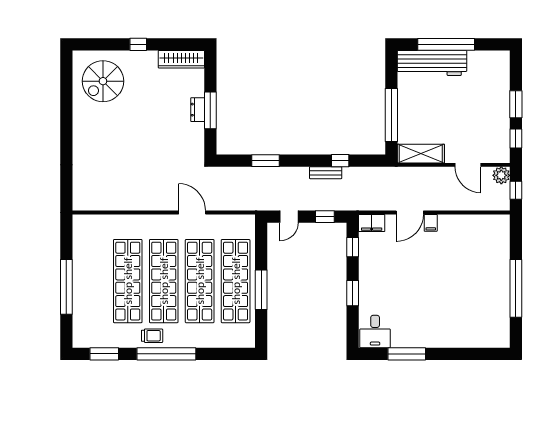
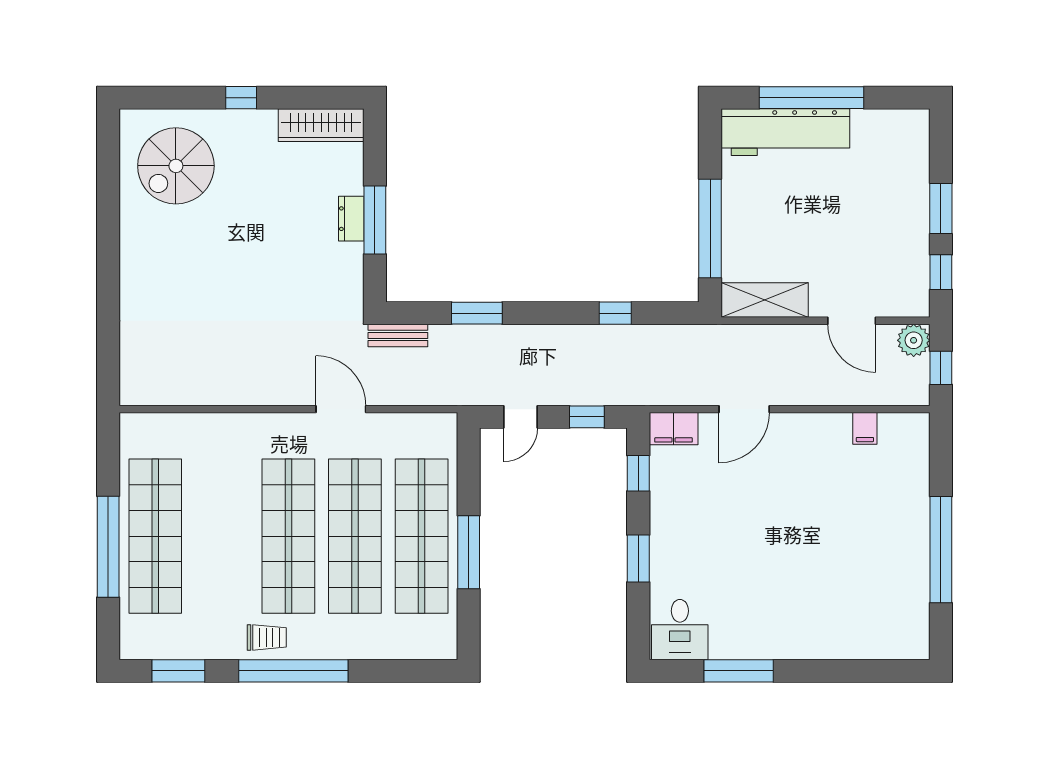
bench: (326, 173) -> (398, 335), moved
filing cabinet: (431, 223) -> (865, 428), moved
shop shelf: (128, 281) -> (155, 536), moved

